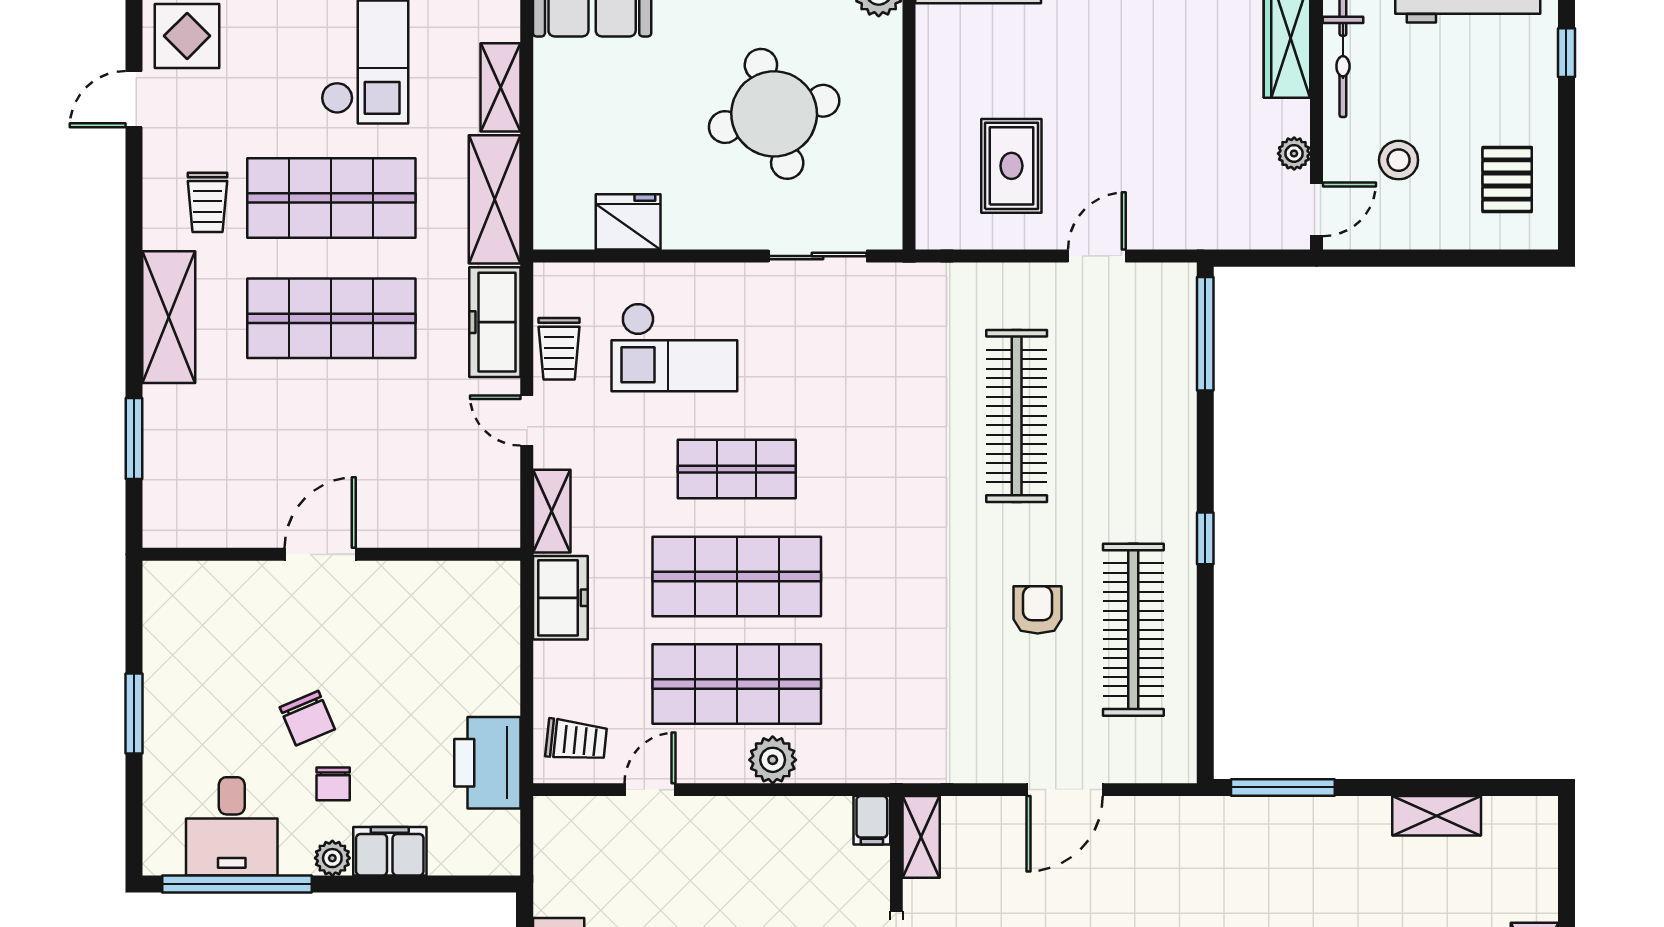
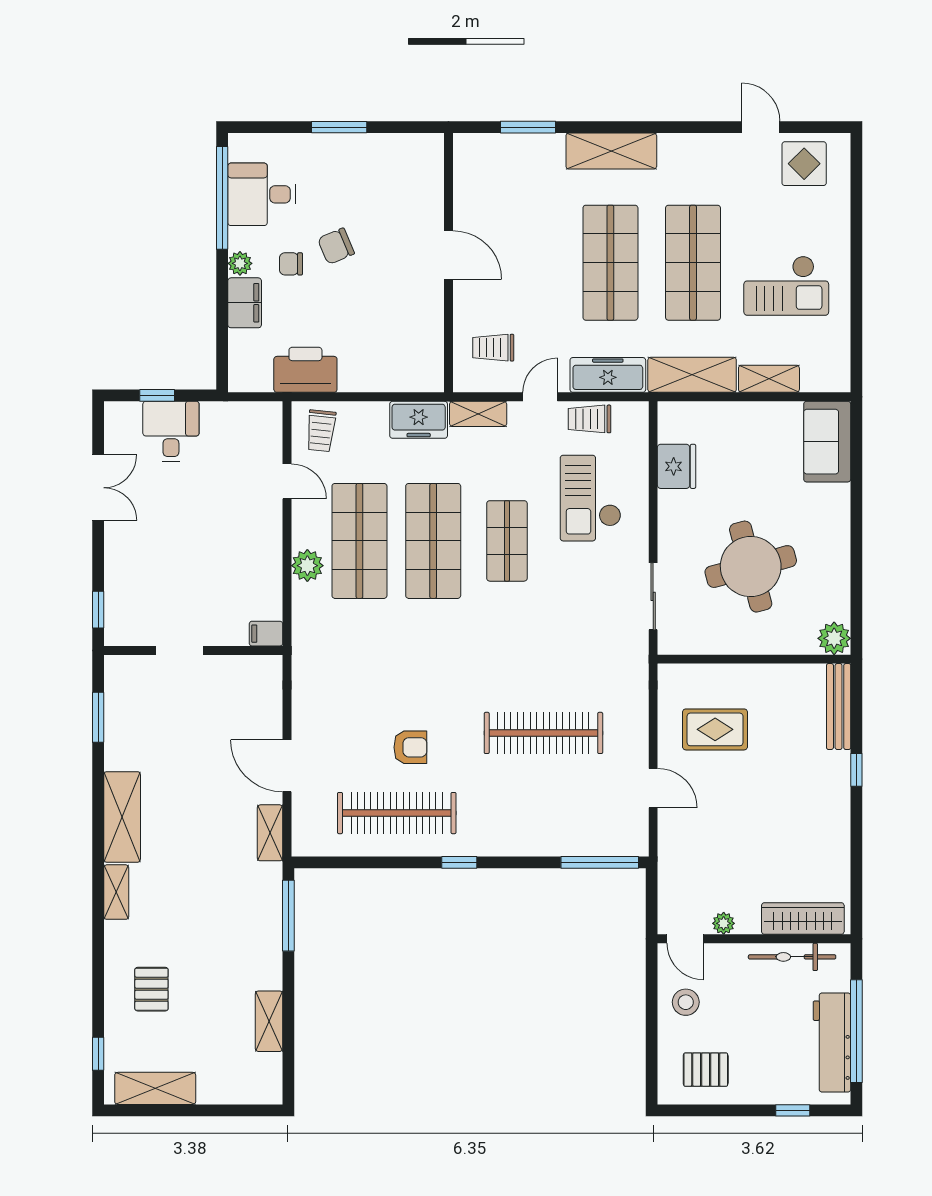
stool: (1399, 160) -> (686, 1002), moved
trolley: (207, 202) -> (493, 348), moved
shelving: (921, 837) -> (270, 833), moved, turned 90

